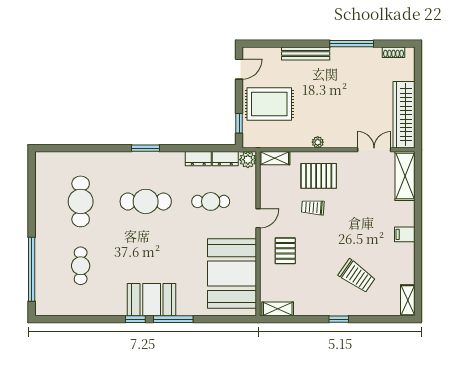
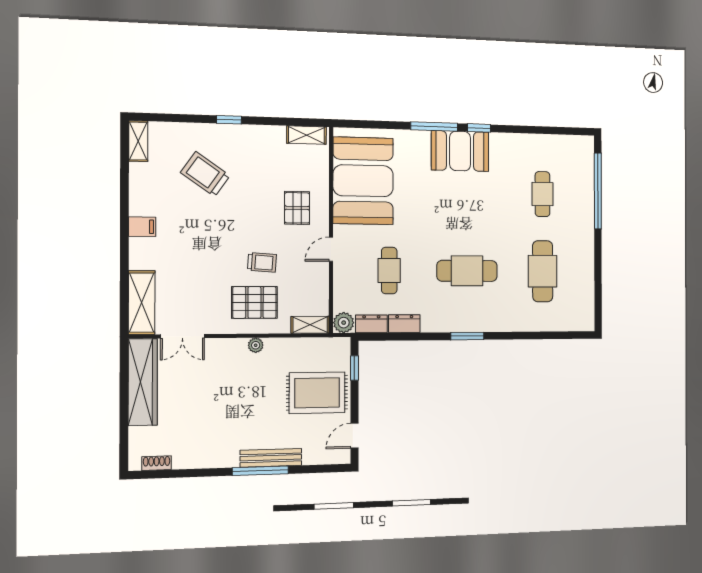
window: (352, 44) -> (260, 471), moved
cafe table: (211, 201) -> (389, 271), turned 90

